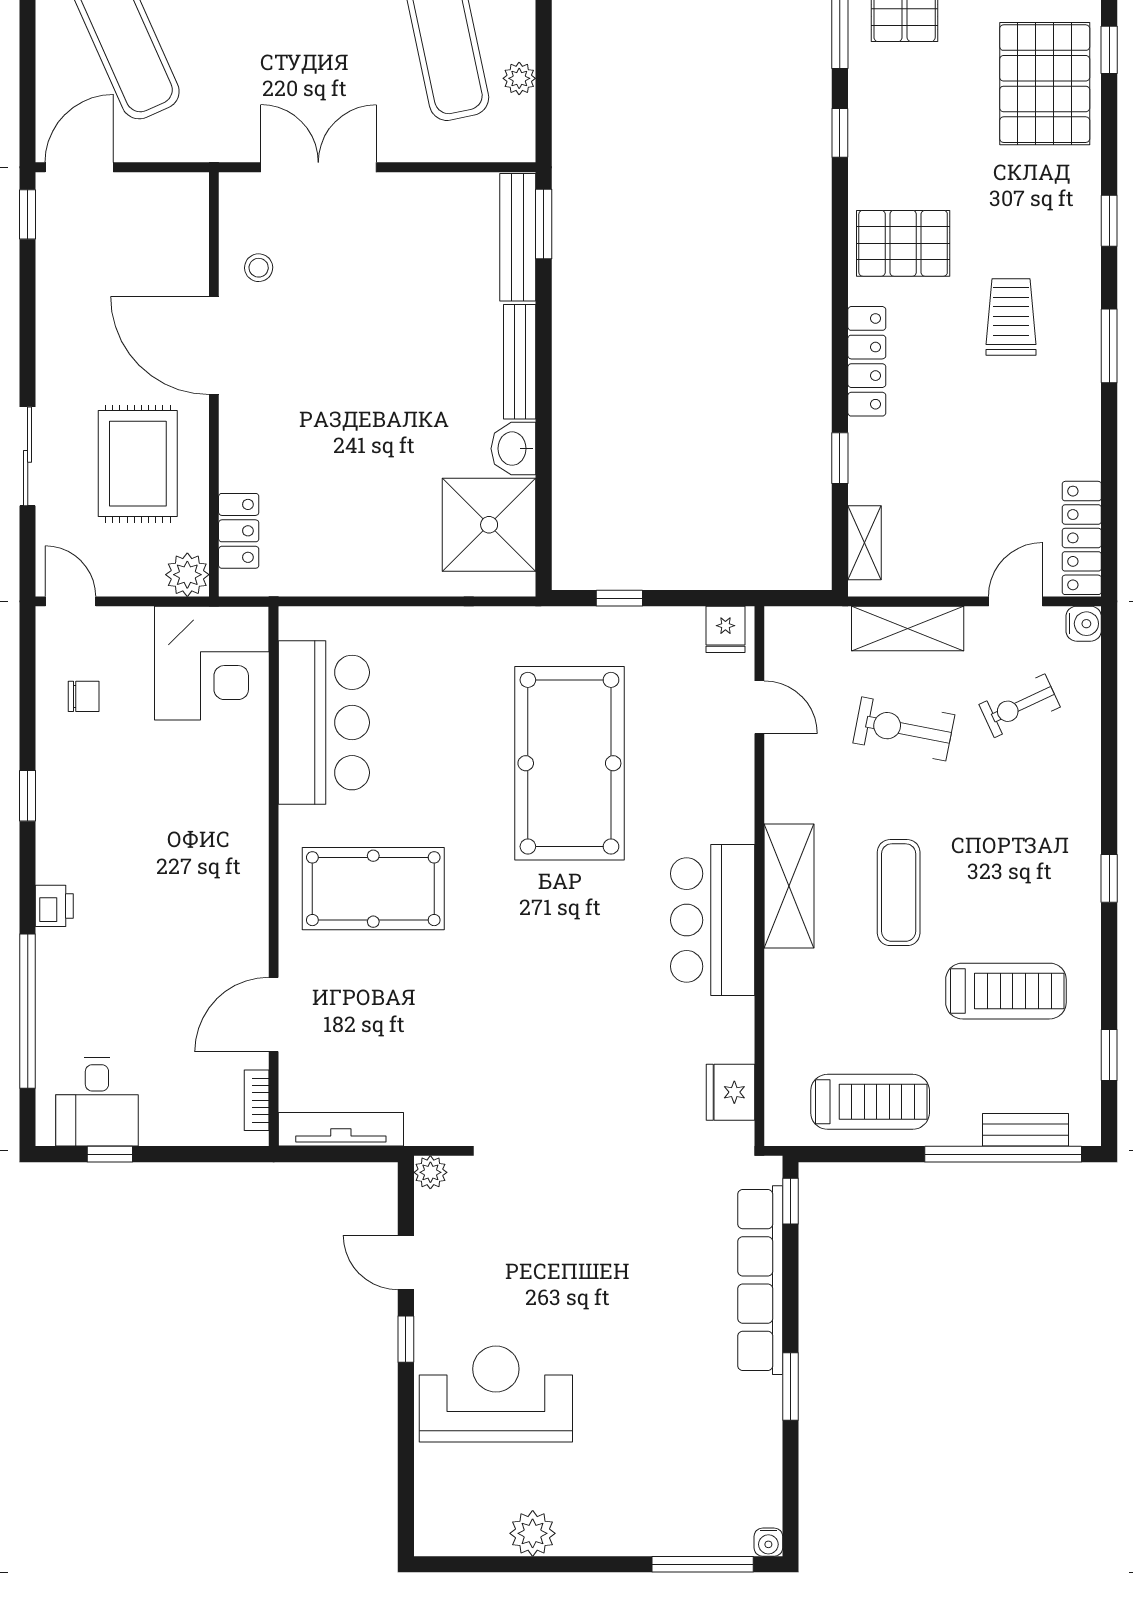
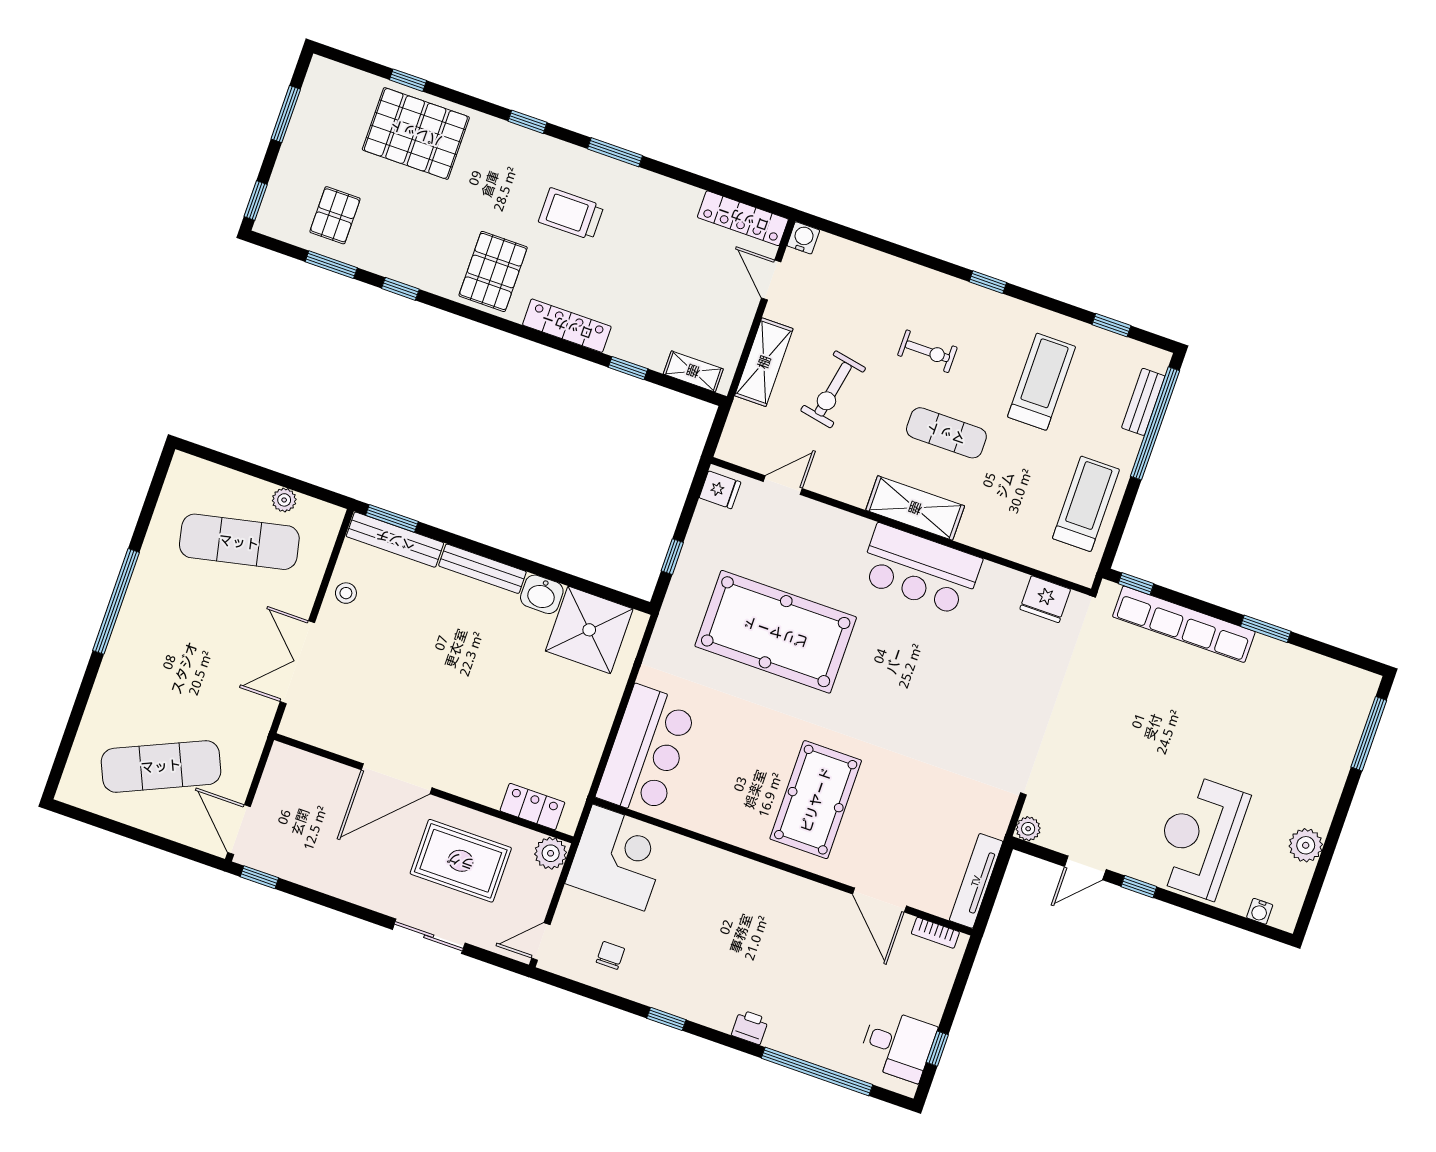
stool: (259, 268) -> (346, 593), moved
exercise bike: (1020, 706) -> (927, 351), moved, turned -65
bar counter: (324, 723) -> (647, 751), moved, turned 90
water cooler: (768, 1542) -> (1260, 911), moved, turned 90

